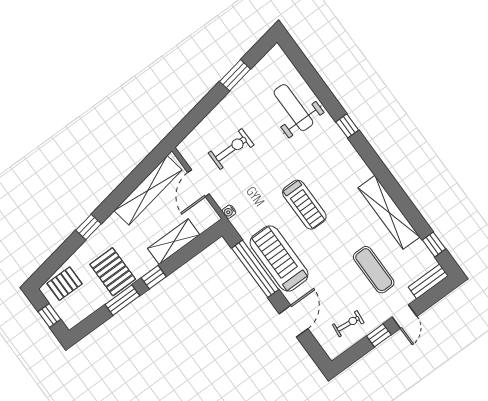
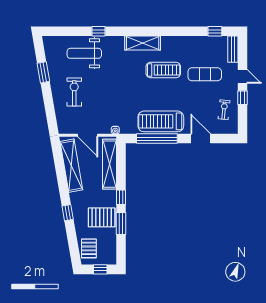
window: (347, 126) -> (99, 31), moved
exercise bike: (231, 149) -> (74, 92), moved
treadmill: (304, 205) -> (163, 70), moved
shelving: (389, 212) -> (143, 43), moved, width x0.68
shelving: (174, 242) -> (110, 164), width x1.47

